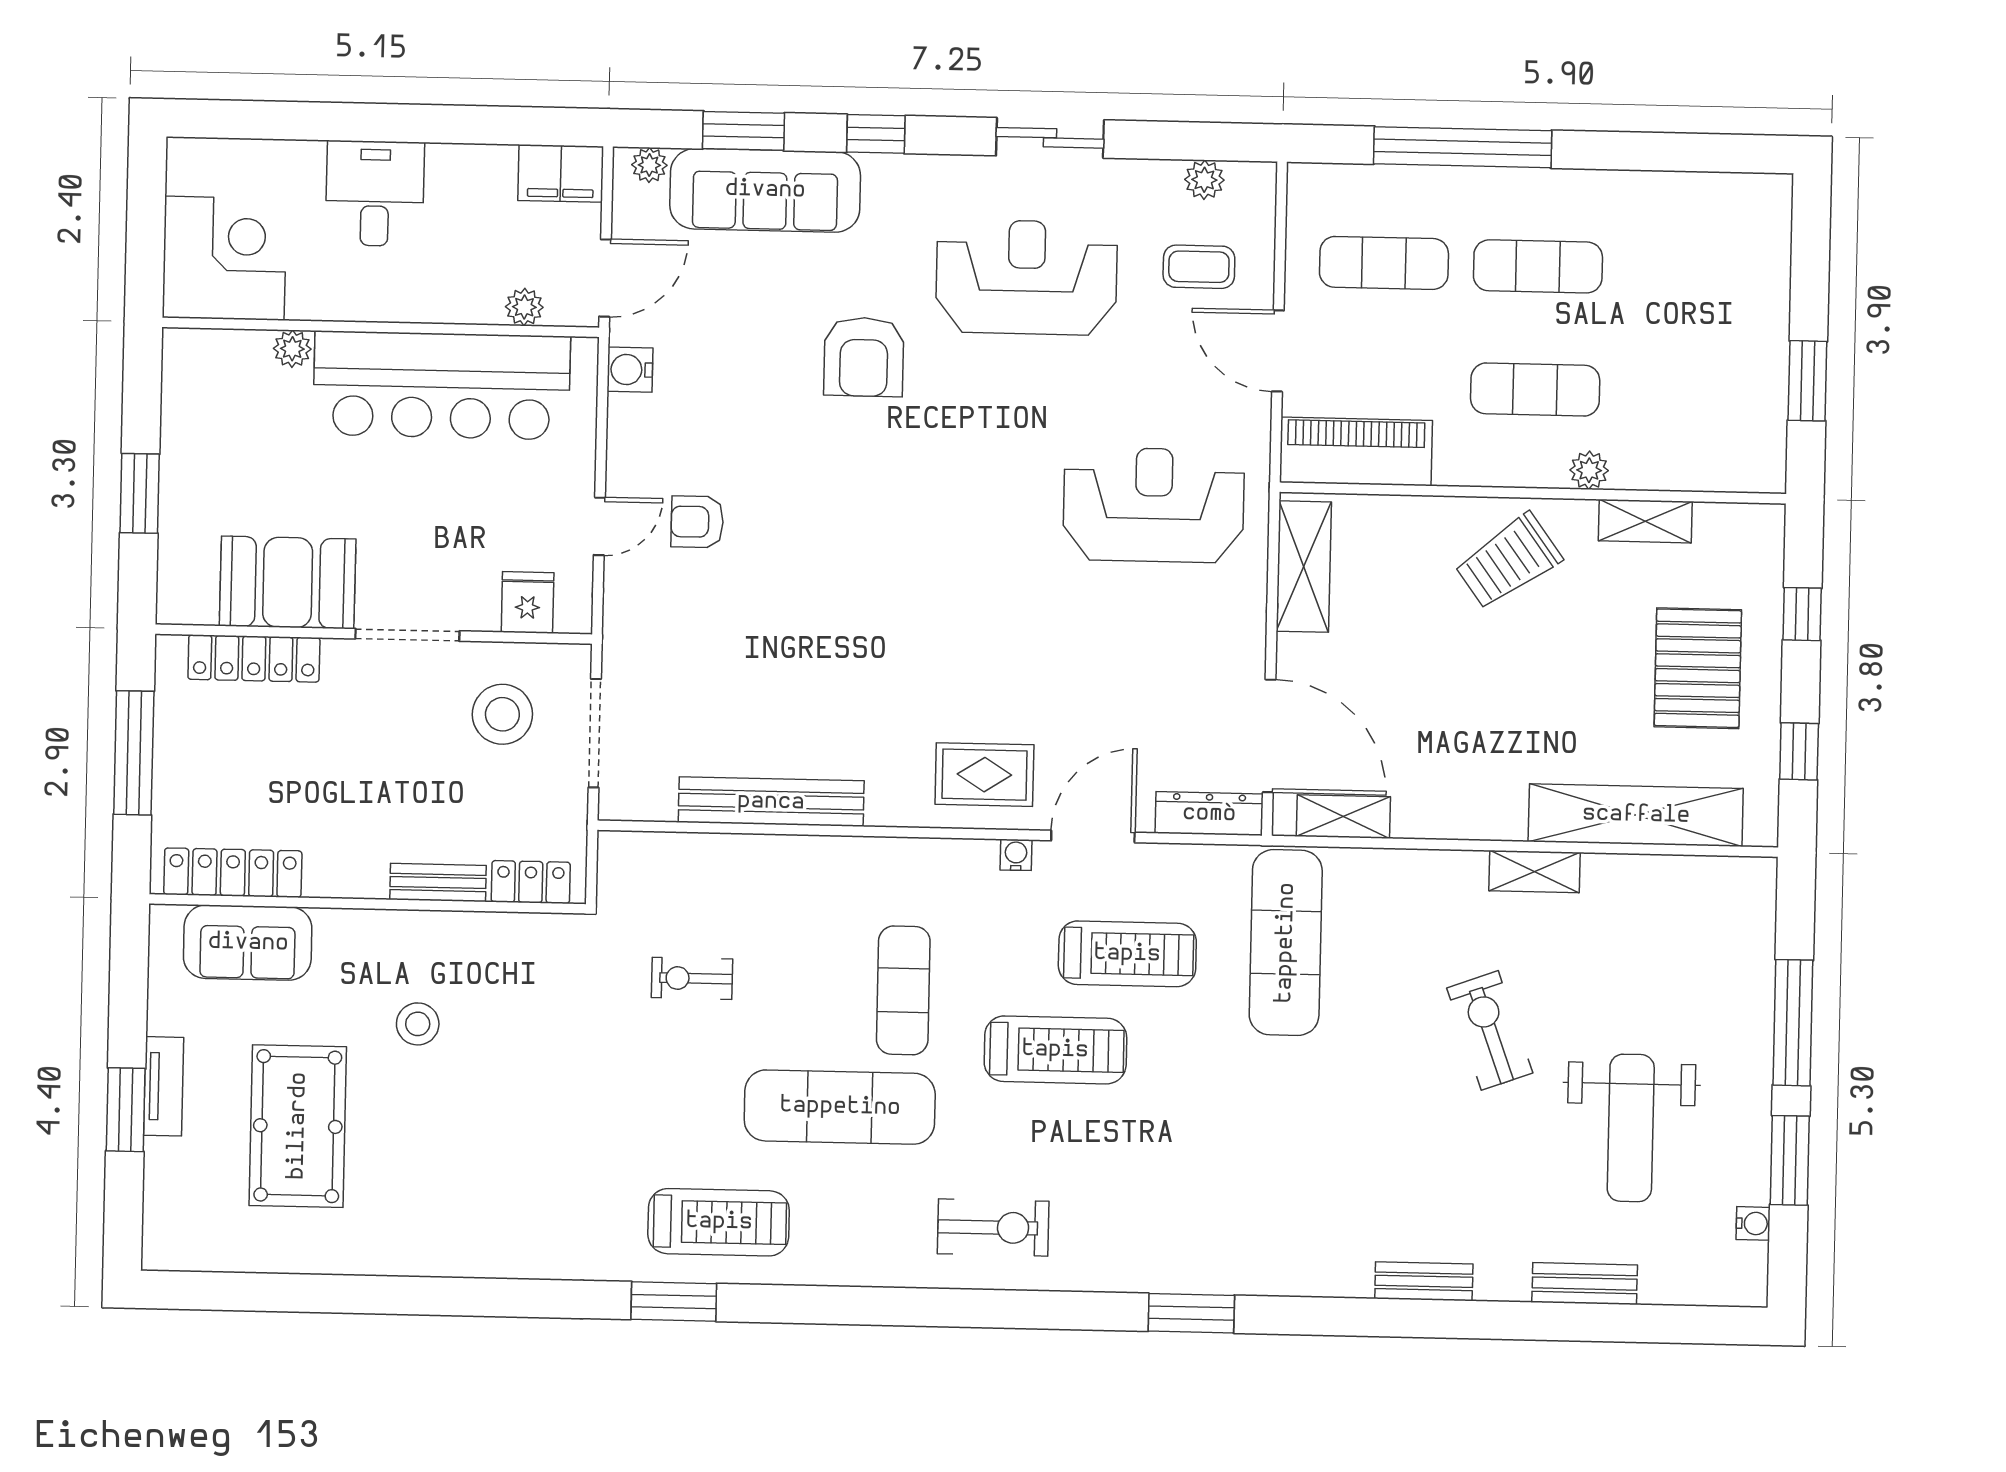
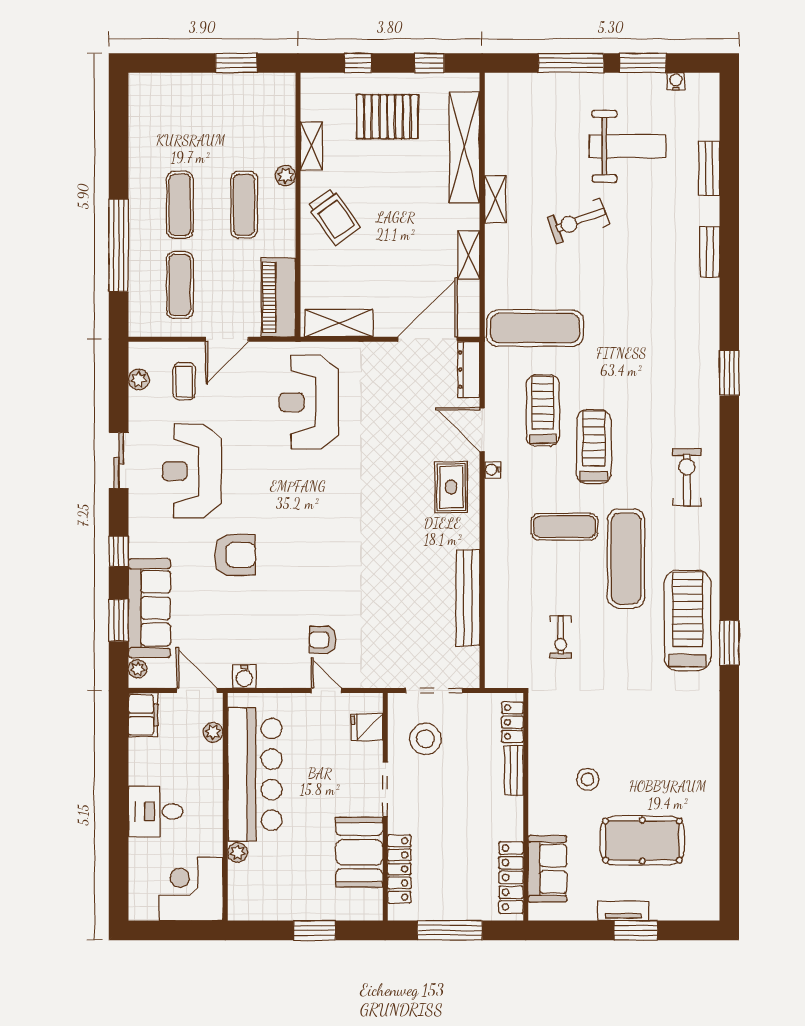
armchair: (697, 522) -> (323, 640), turned 90
shelving: (1343, 817) -> (469, 255), moved
treadmill: (719, 1222) -> (687, 620), width x1.37, depth x1.38

